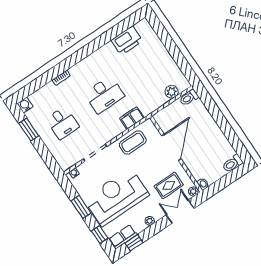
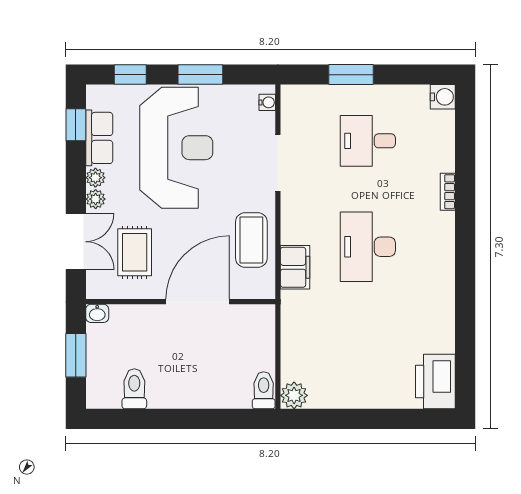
printer: (127, 41) -> (435, 382), moved
plant: (172, 92) -> (294, 395), moved
window: (29, 130) -> (351, 75), moved
door: (171, 147) -> (198, 302), swing flipped
toilet: (233, 163) -> (134, 389), moved
window: (225, 181) -> (76, 355), added
plant: (193, 191) -> (96, 199), moved
row of seats: (123, 237) -> (99, 138), moved

